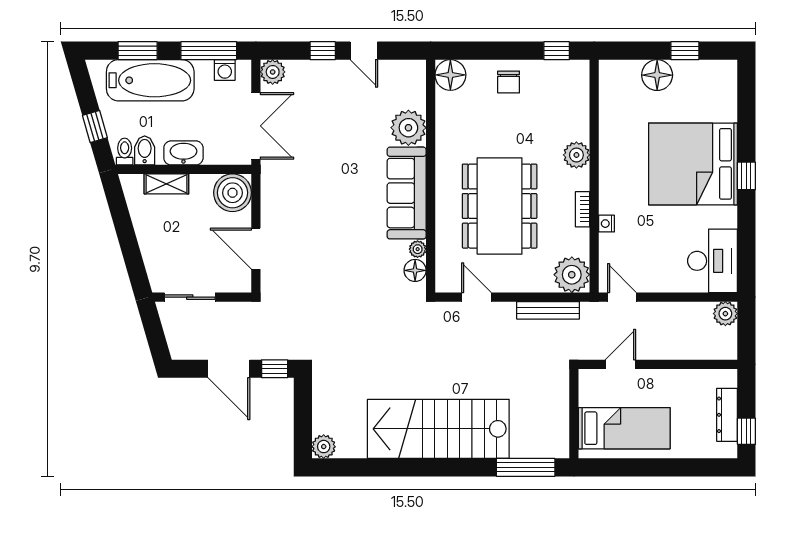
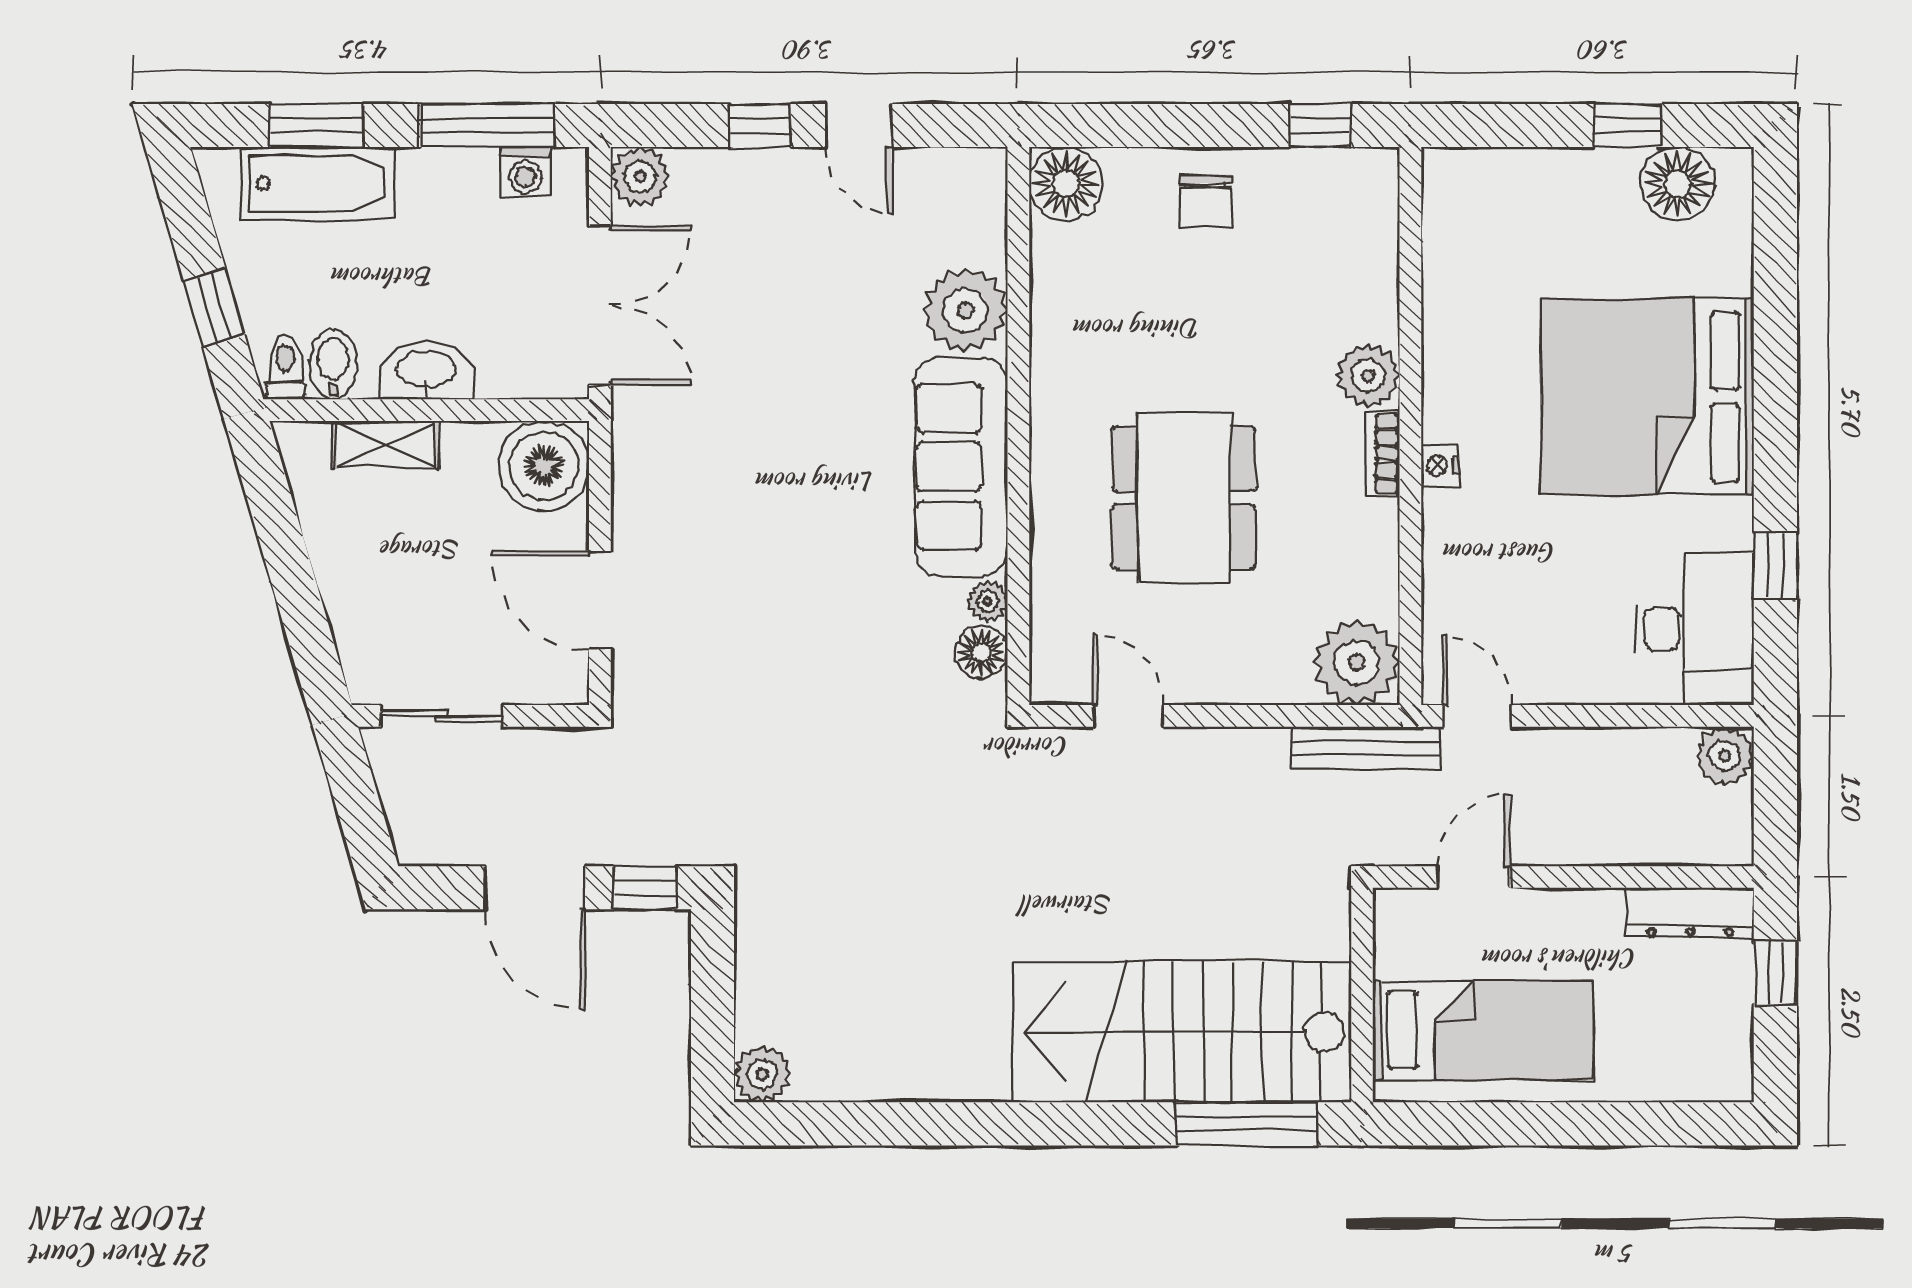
floor lamp: (657, 75) -> (1678, 184), moved
bathtub: (150, 80) -> (319, 183), width x0.73, depth x0.73
window: (746, 176) -> (1775, 566), moved
dining table: (500, 206) -> (1184, 498), width x0.73, depth x0.80
bookcase: (583, 209) -> (1383, 454), moved
nightstand: (607, 224) -> (1440, 465), moved
bench: (548, 310) -> (1365, 748), moved
dresser: (727, 415) -> (1690, 913), moved, turned -90
stairs: (438, 429) -> (1182, 1032), moved
window: (746, 431) -> (1775, 973), moved

